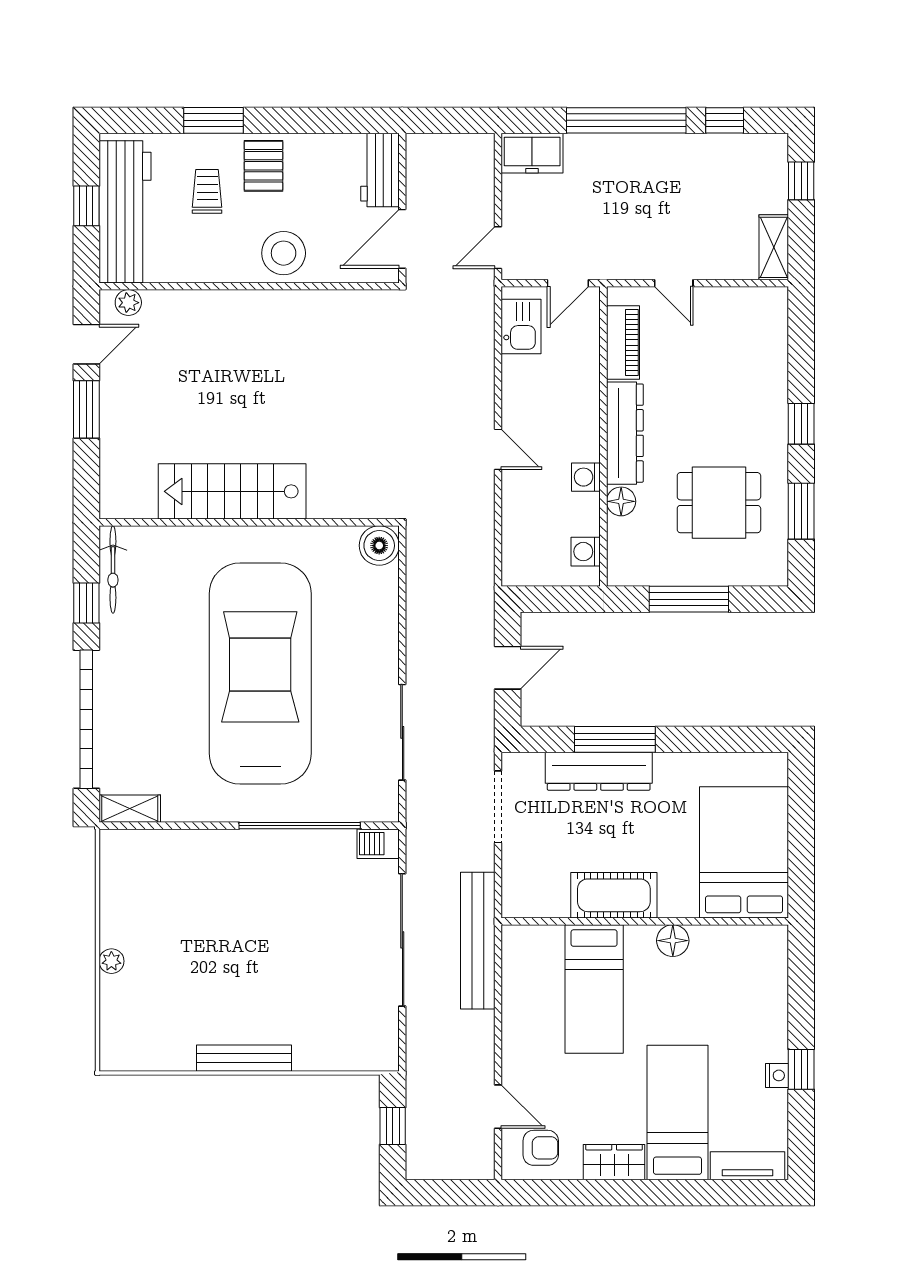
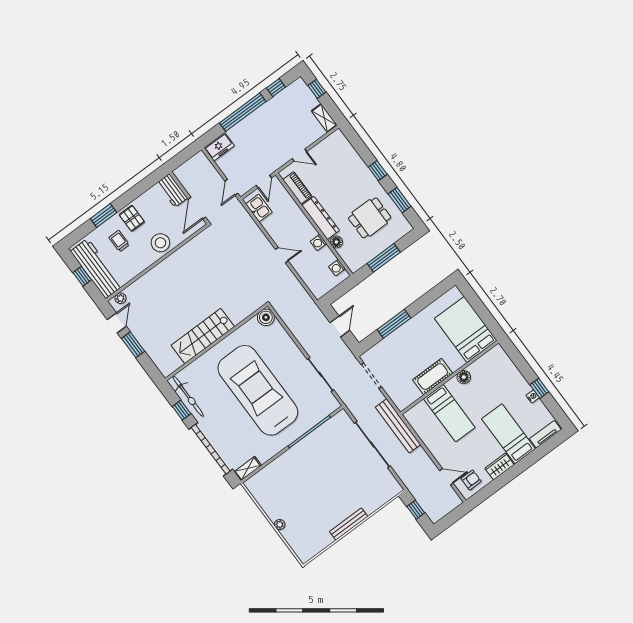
bicycle: (113, 569) -> (188, 396), width x1.37, depth x1.40
dresser: (599, 771) -> (396, 339), removed
barbecue: (378, 844) -> (340, 418), removed

